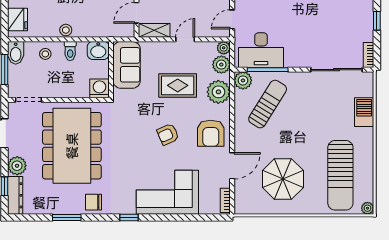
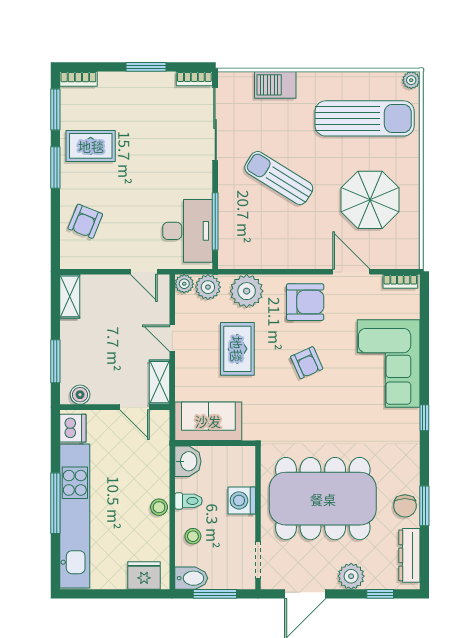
window: (377, 21) -> (146, 67), width x1.50
plant: (243, 80) -> (230, 256), removed
washing machine: (99, 88) -> (242, 500), moved
sun lounger: (268, 104) -> (279, 178), moved
dresser: (15, 195) -> (409, 555), moved, turned -90
chair: (93, 202) -> (405, 506), moved

